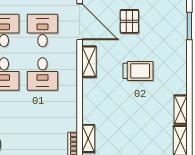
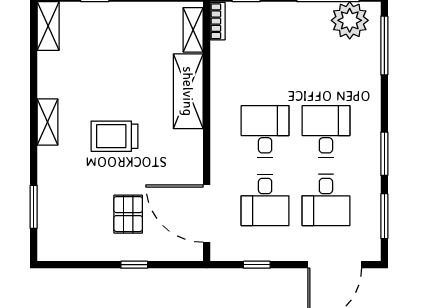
shelving: (89, 62) -> (188, 91), moved, width x1.50, depth x1.33
shelving: (181, 110) -> (47, 122), moved

